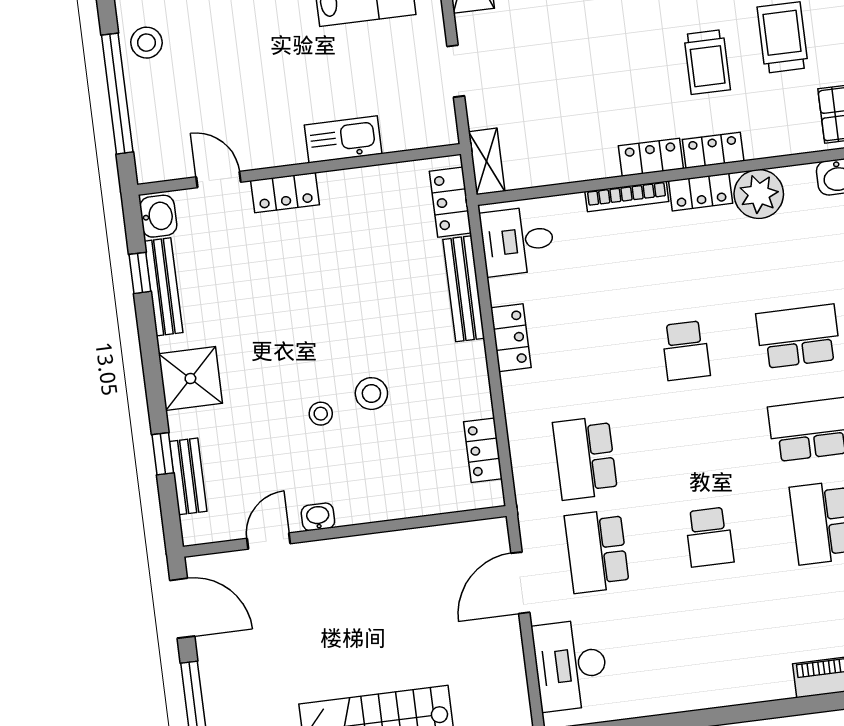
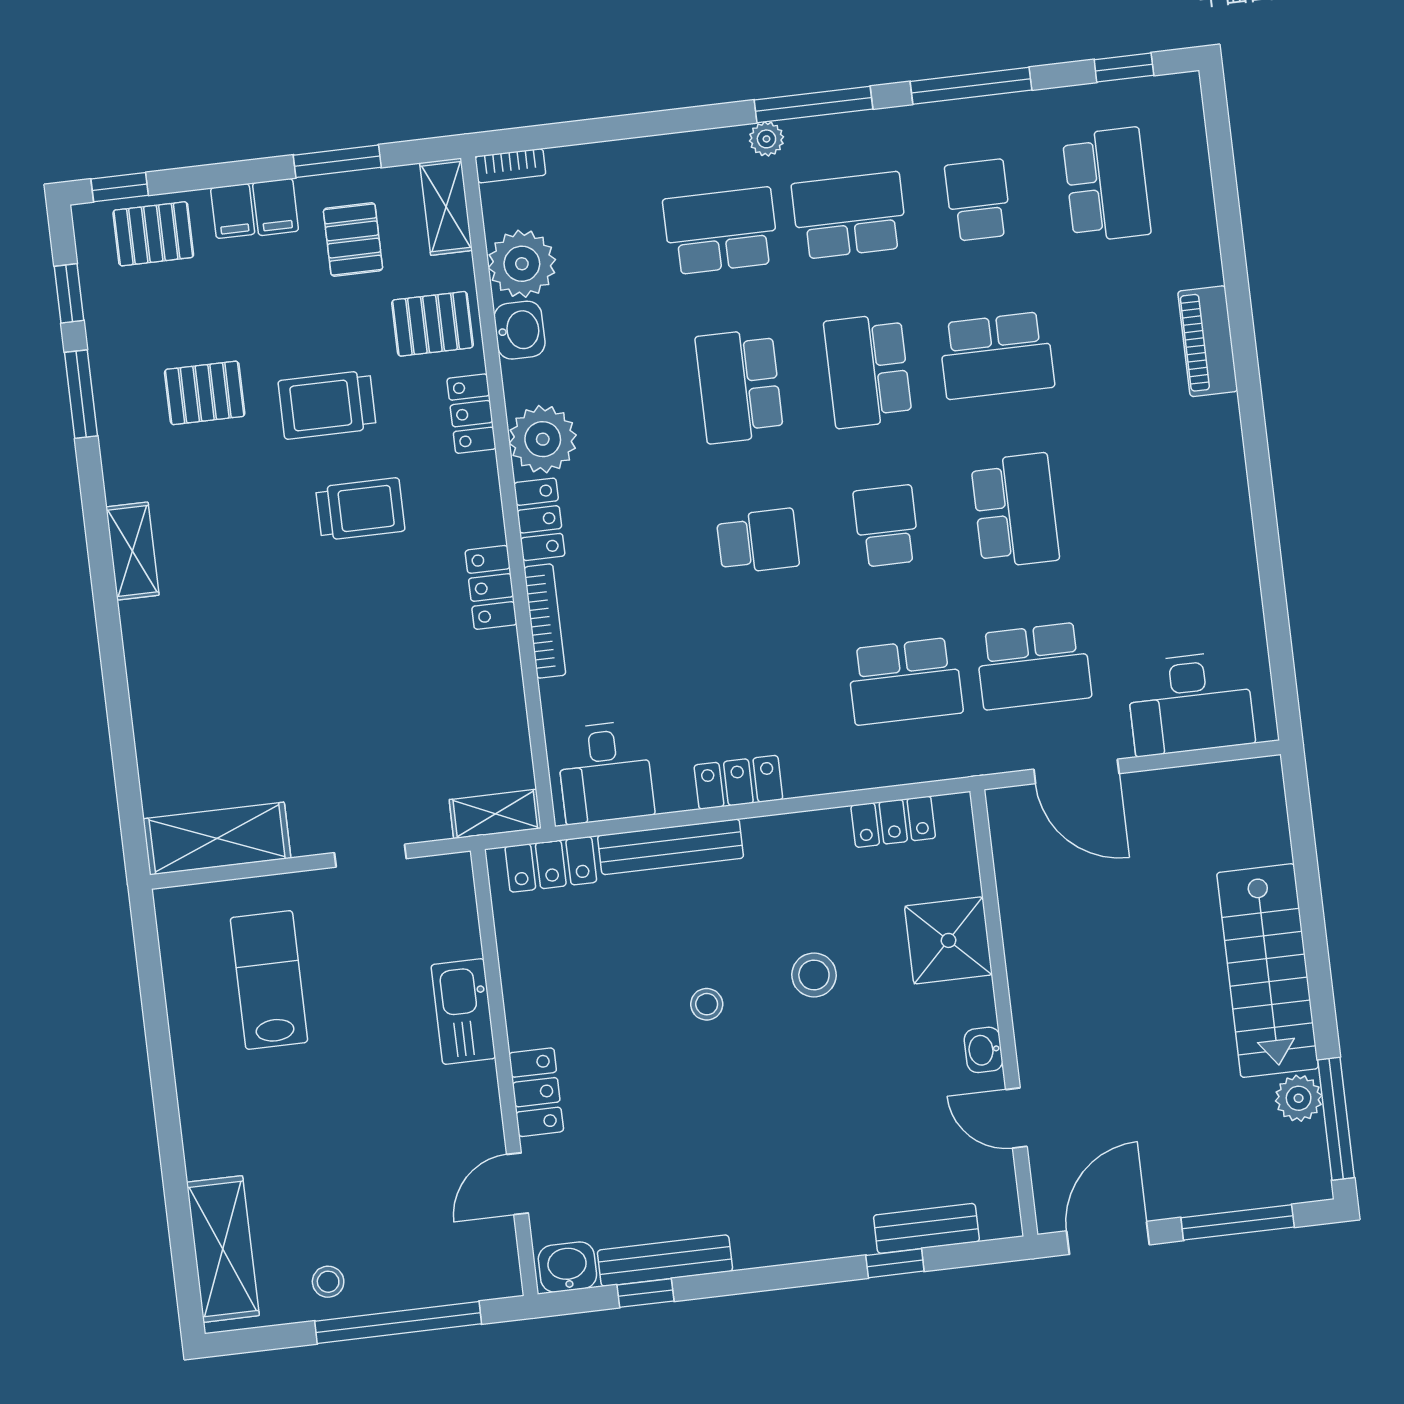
stool: (146, 43) -> (328, 1282), width x0.73, depth x0.73
locker: (713, 150) -> (471, 414), moved
shower: (190, 378) -> (948, 940), moved
stool: (321, 414) -> (707, 1004), moved
school desk: (698, 444) -> (886, 526), added
school desk: (709, 537) -> (1015, 511), width x1.85

